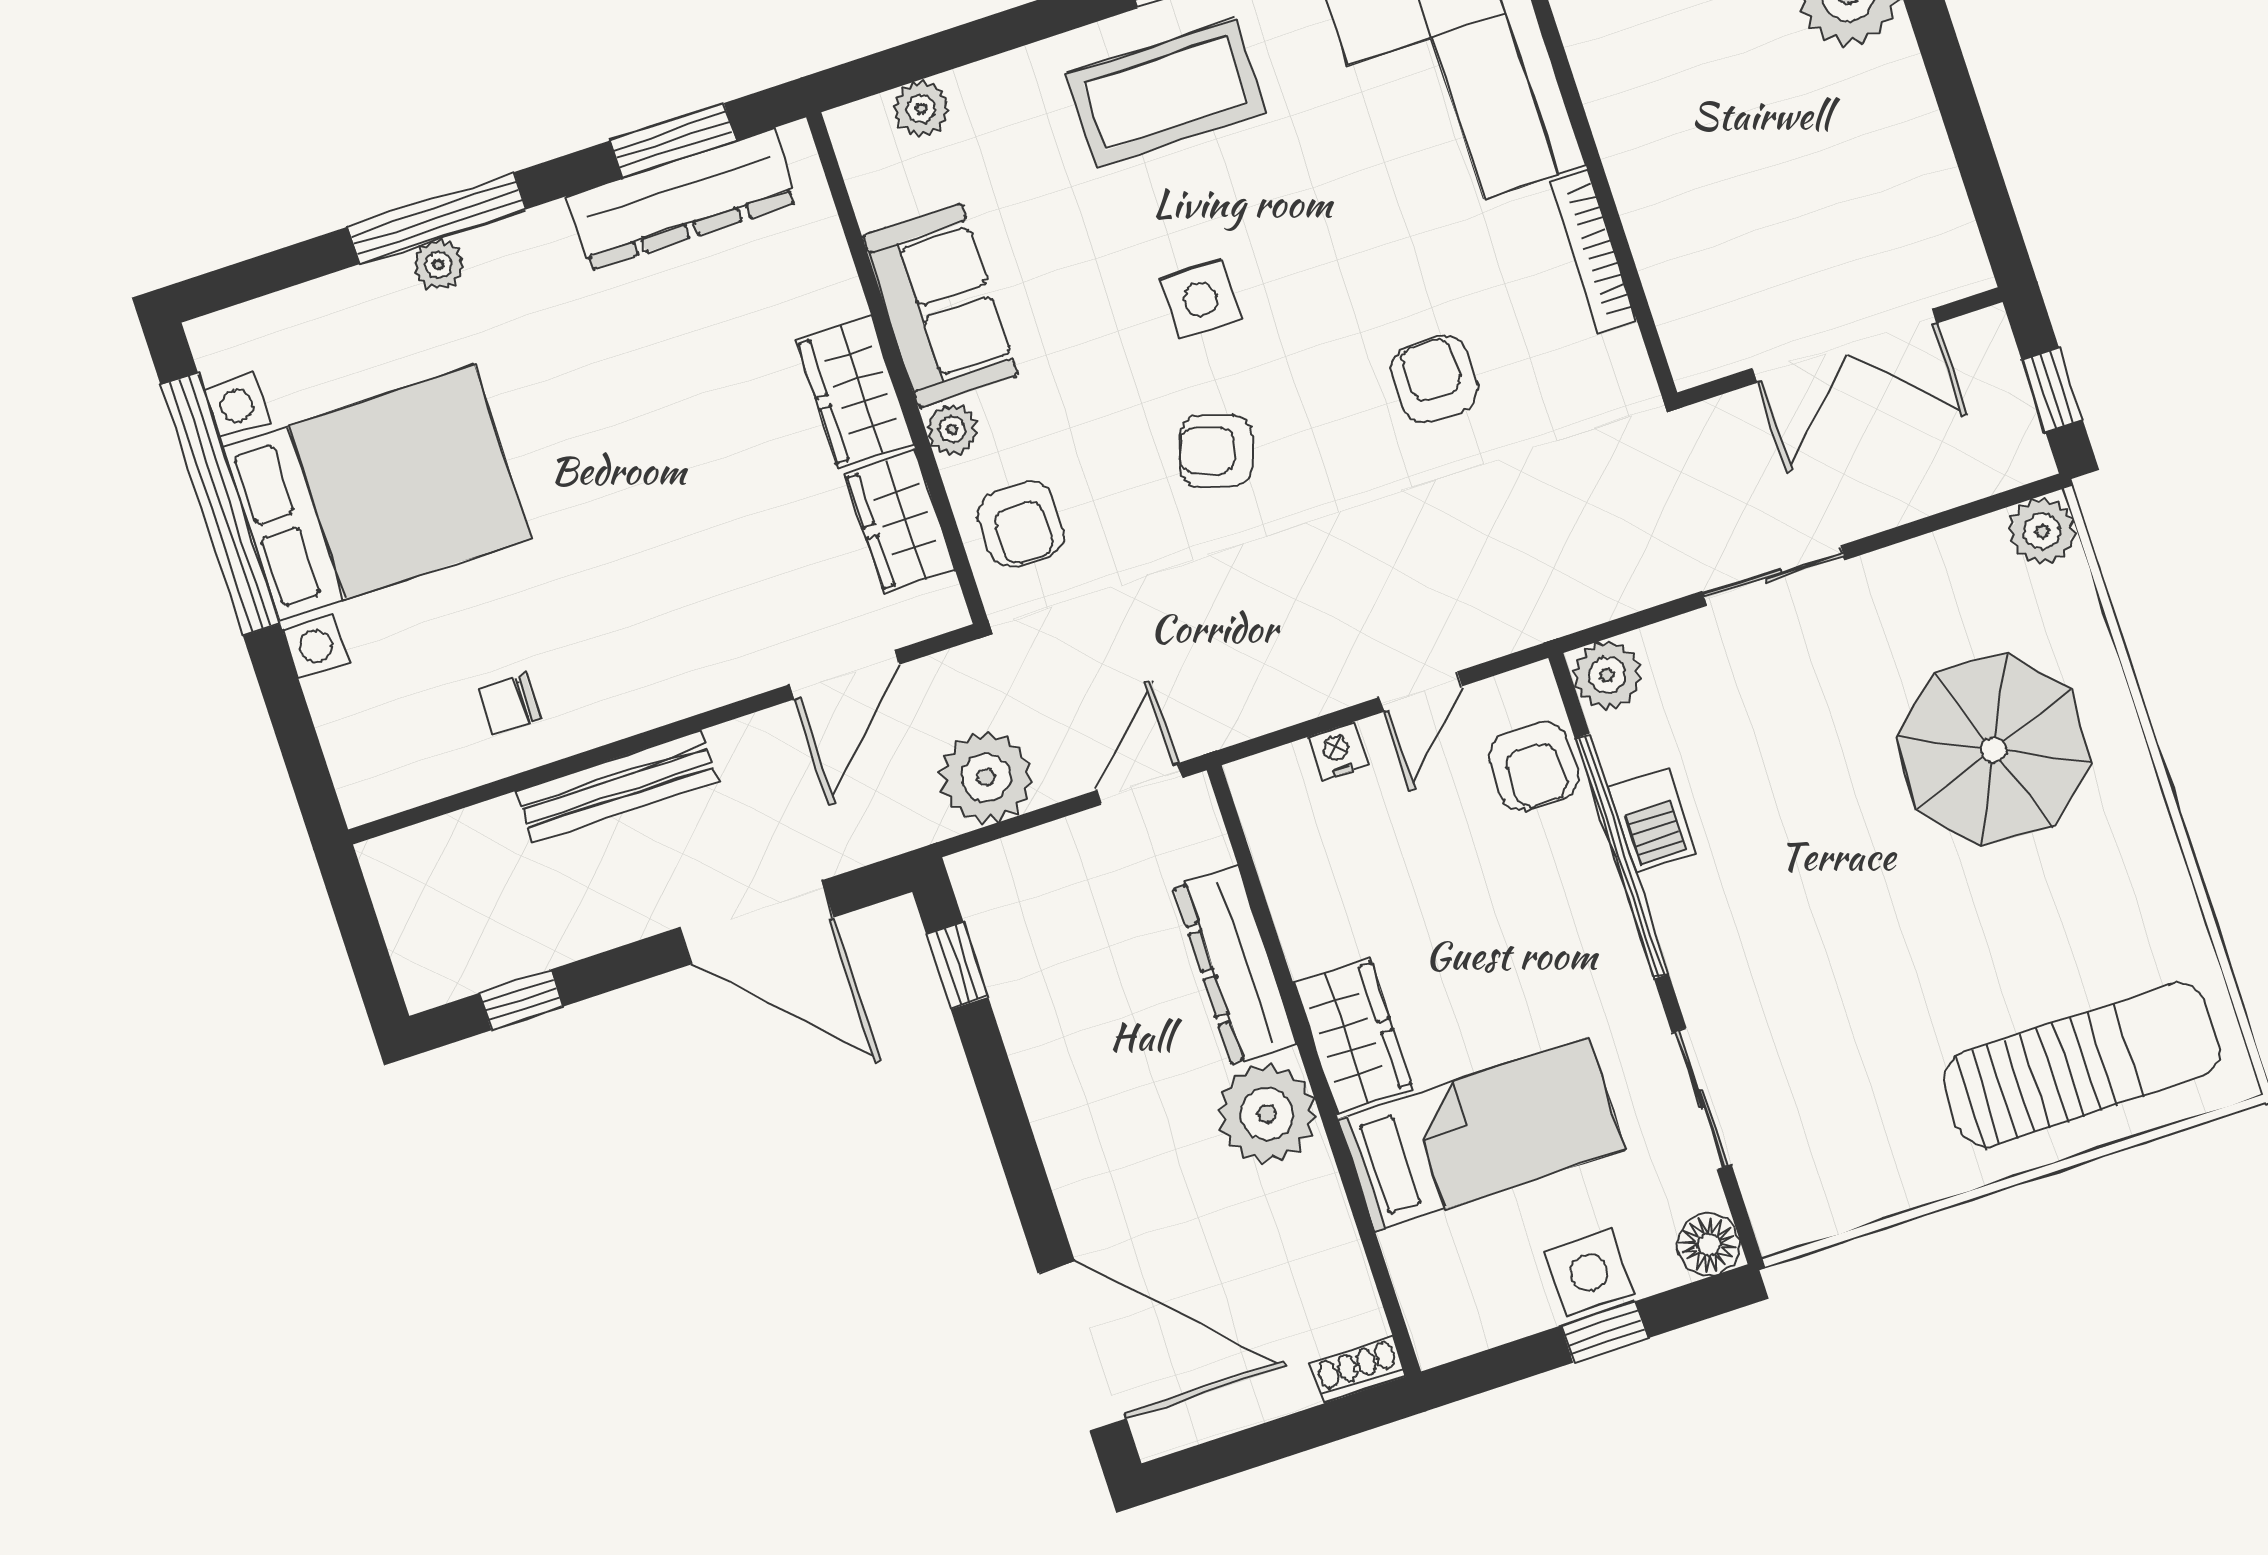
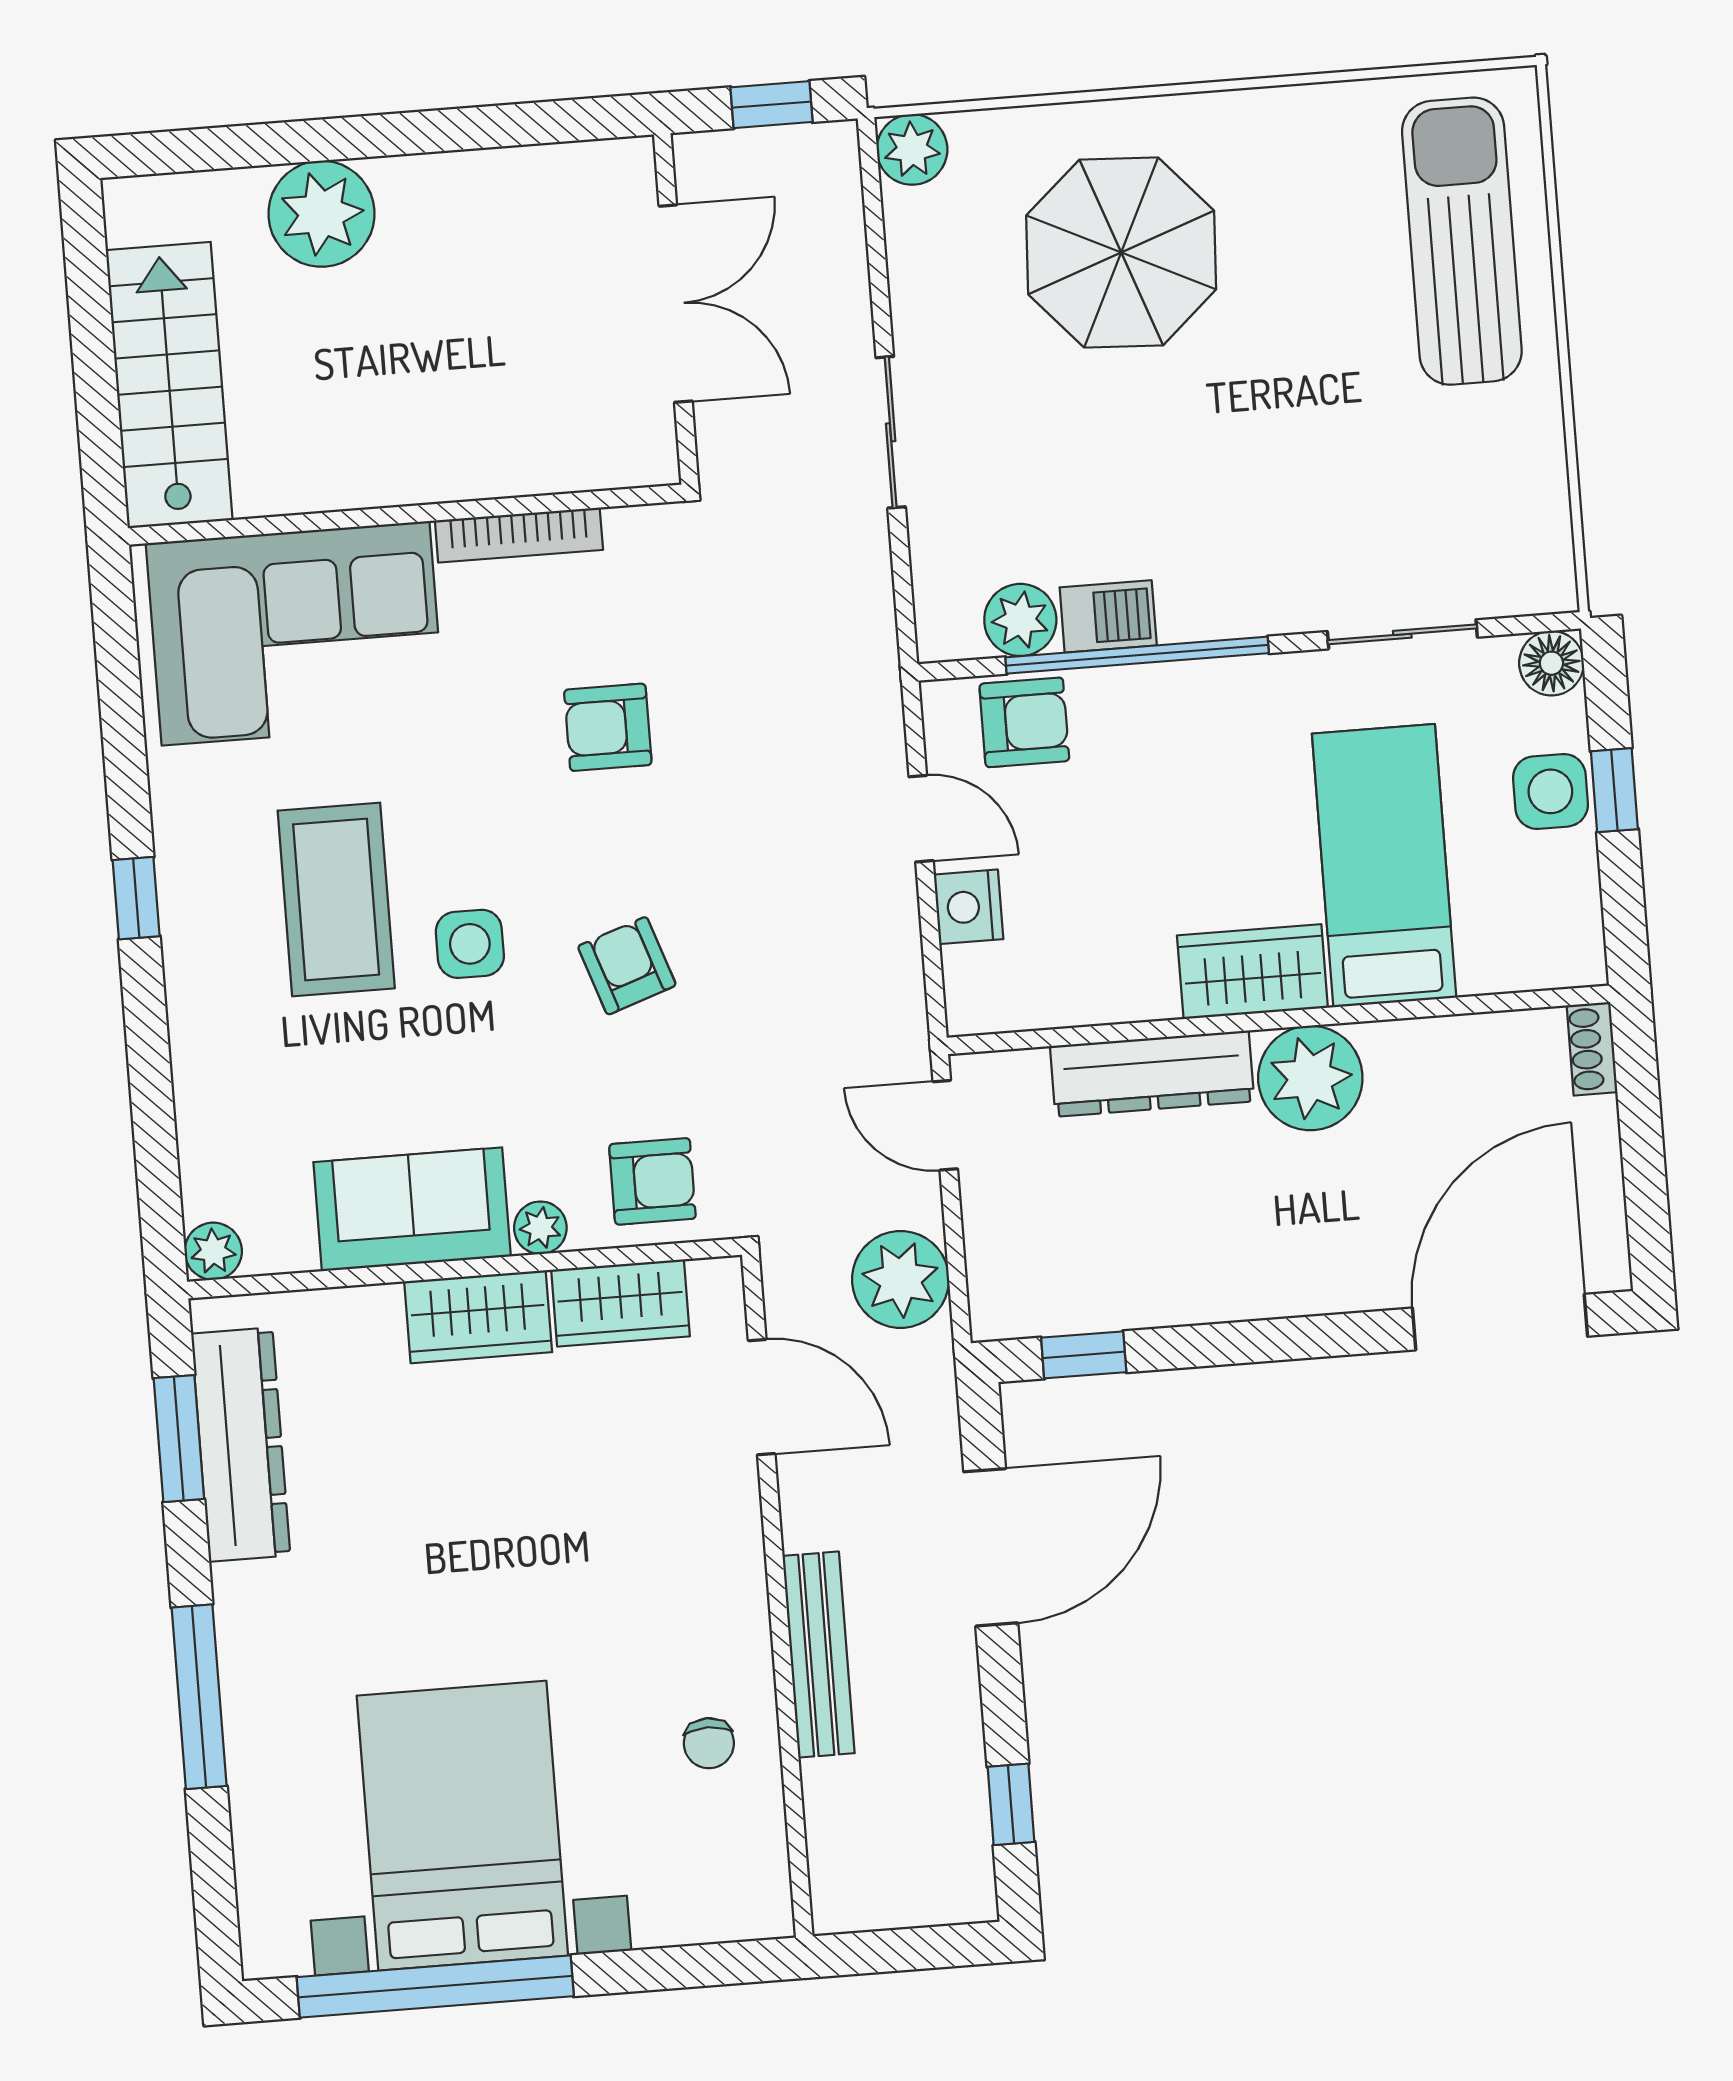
coffee table: (1166, 93) -> (336, 899), moved
plant: (921, 108) -> (213, 1251), moved
plant: (438, 265) -> (247, 1707), removed
armchair: (1216, 451) -> (627, 966), turned 142
plant: (1607, 675) -> (1020, 620), moved
nightstand: (1337, 751) -> (968, 907), width x1.39, depth x1.35

